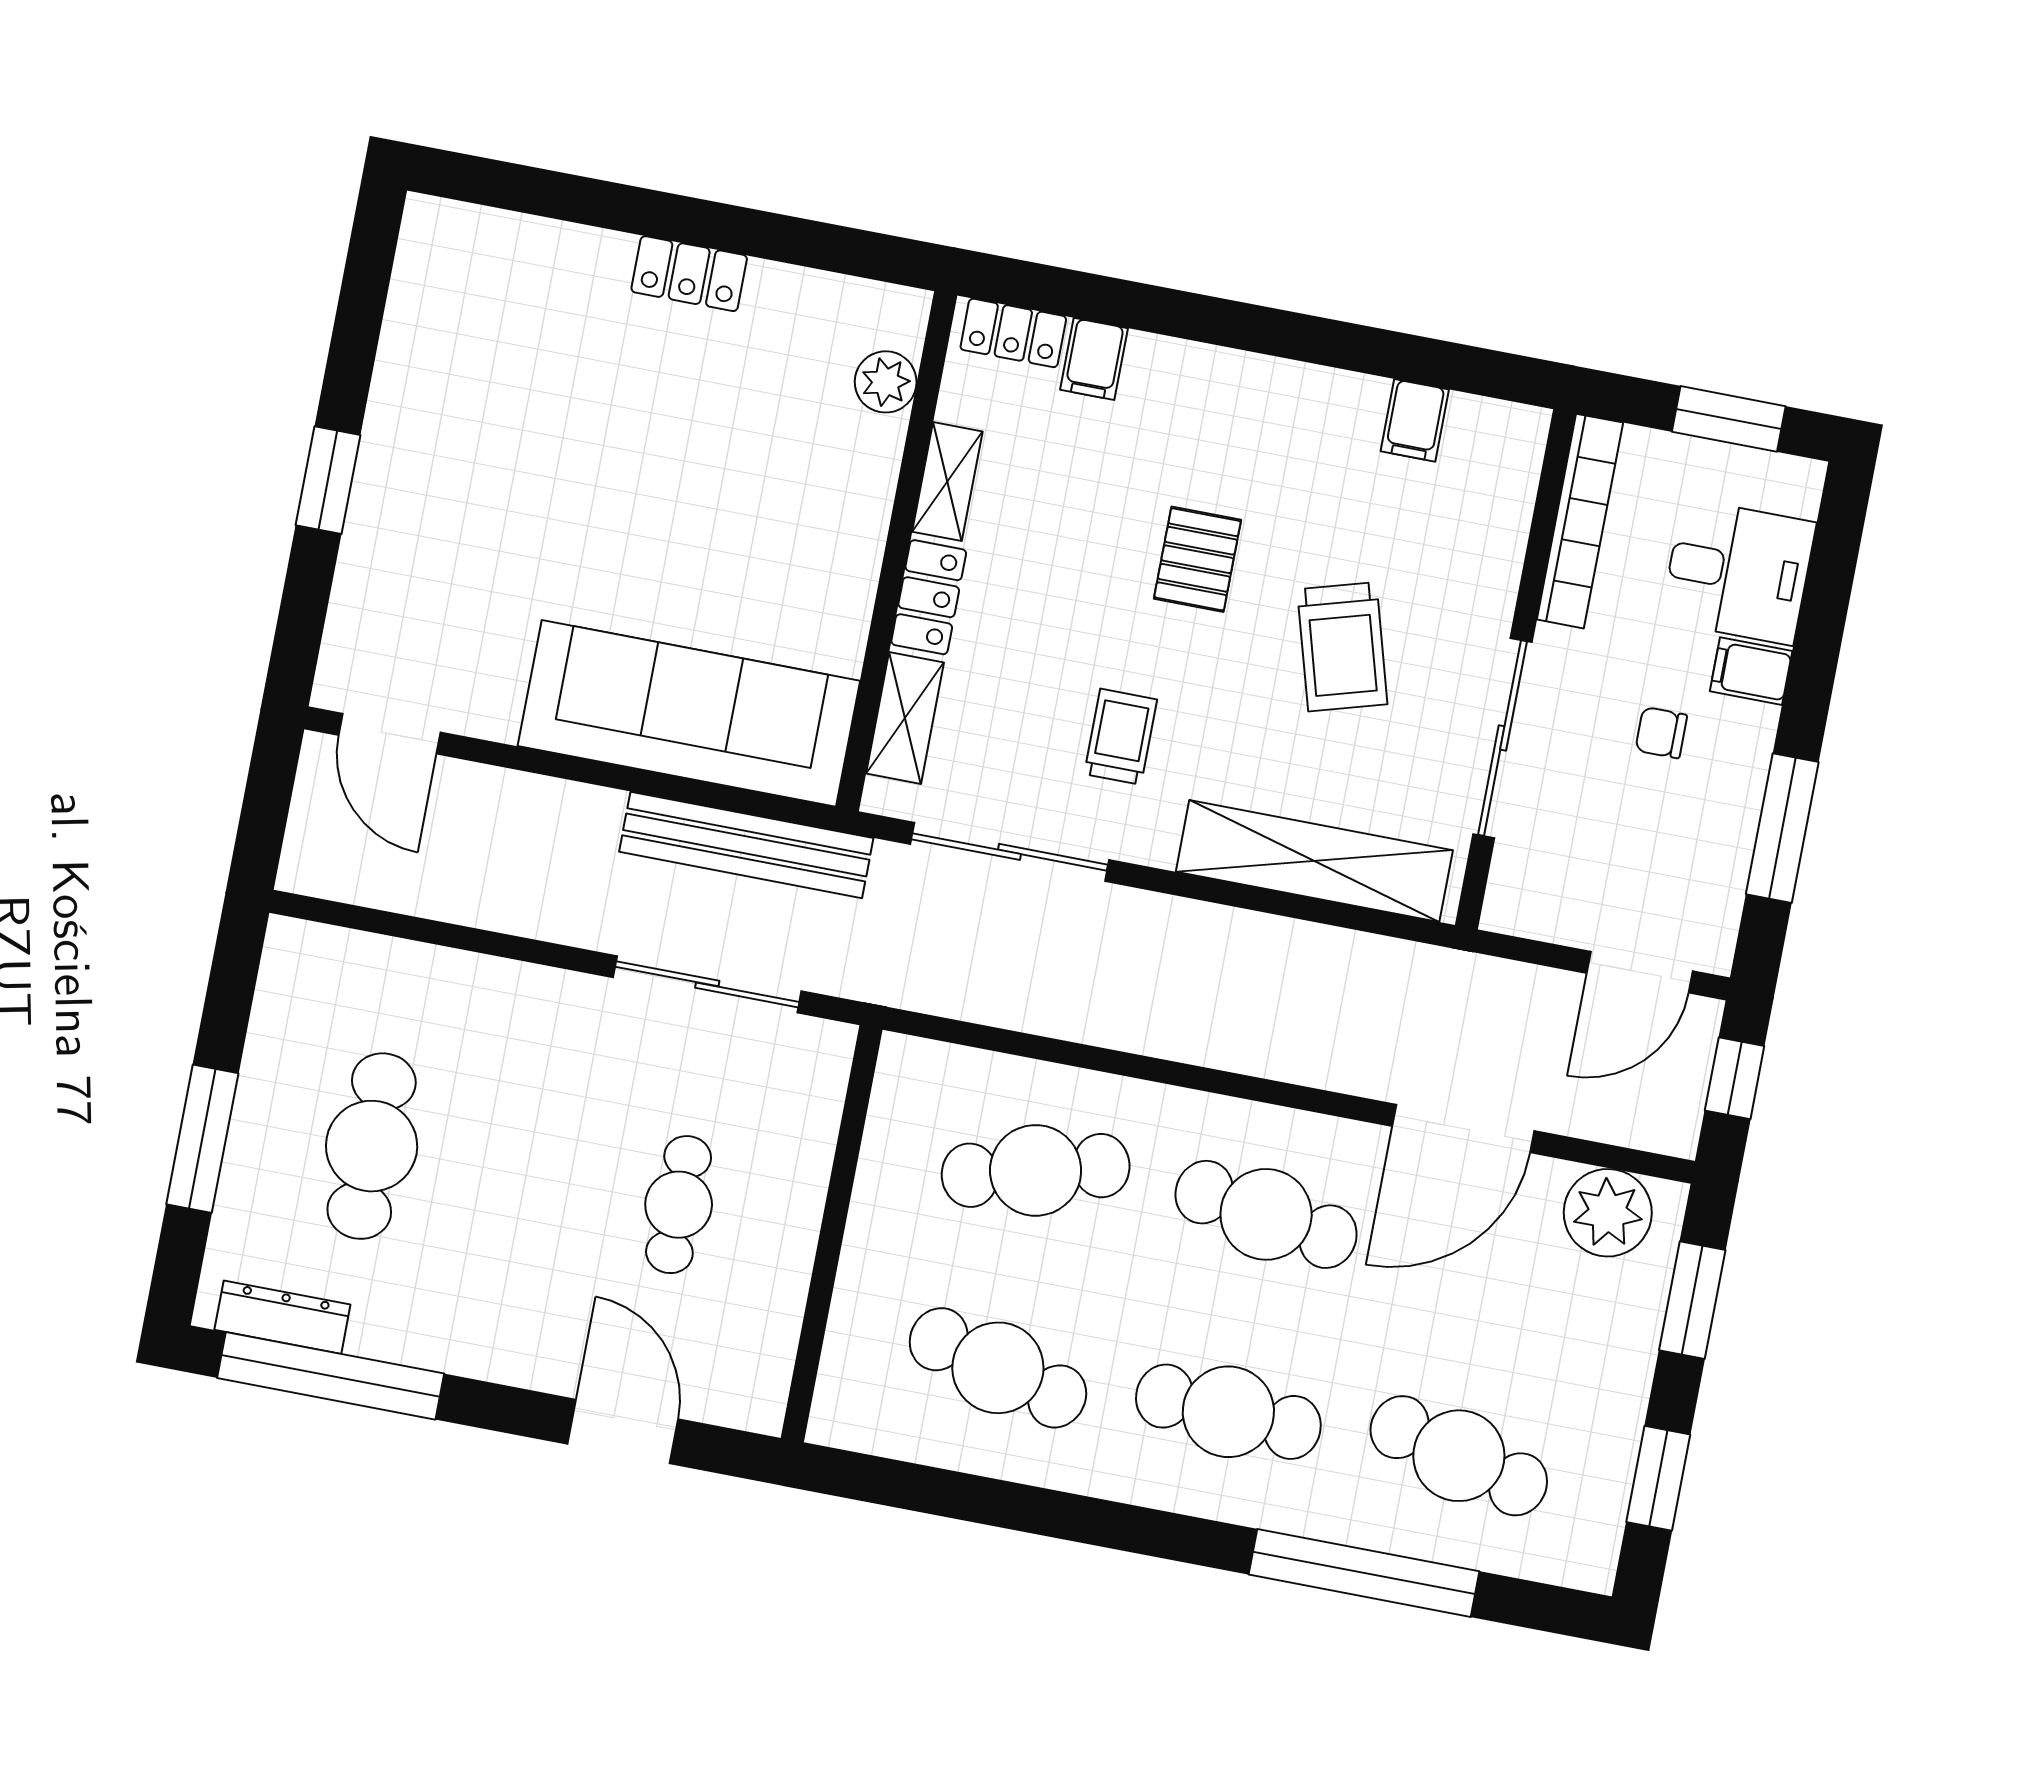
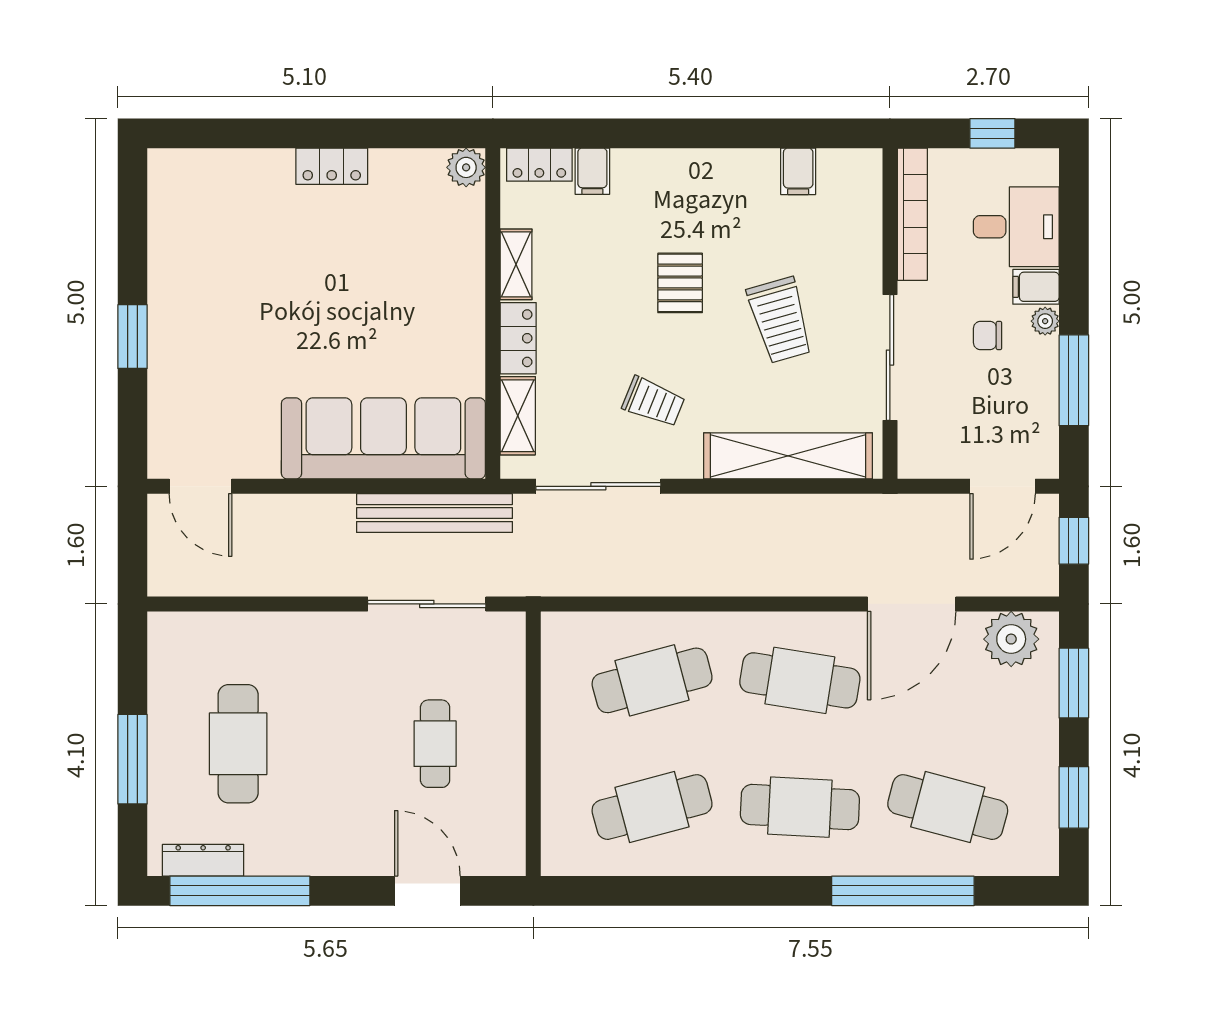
plant: (886, 382) -> (466, 167), moved
window: (1729, 419) -> (992, 133), width x0.67
plant: (1755, 727) -> (1045, 321), added
trolley: (1121, 737) -> (653, 402), turned 112
cafe table: (998, 1368) -> (652, 807), turned -30

